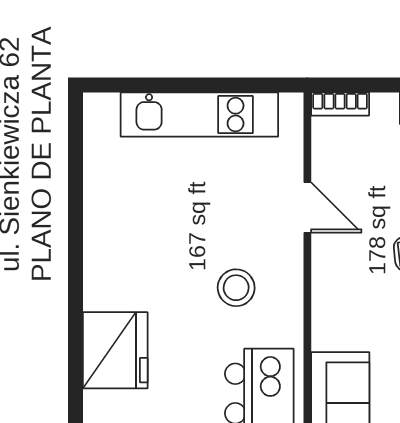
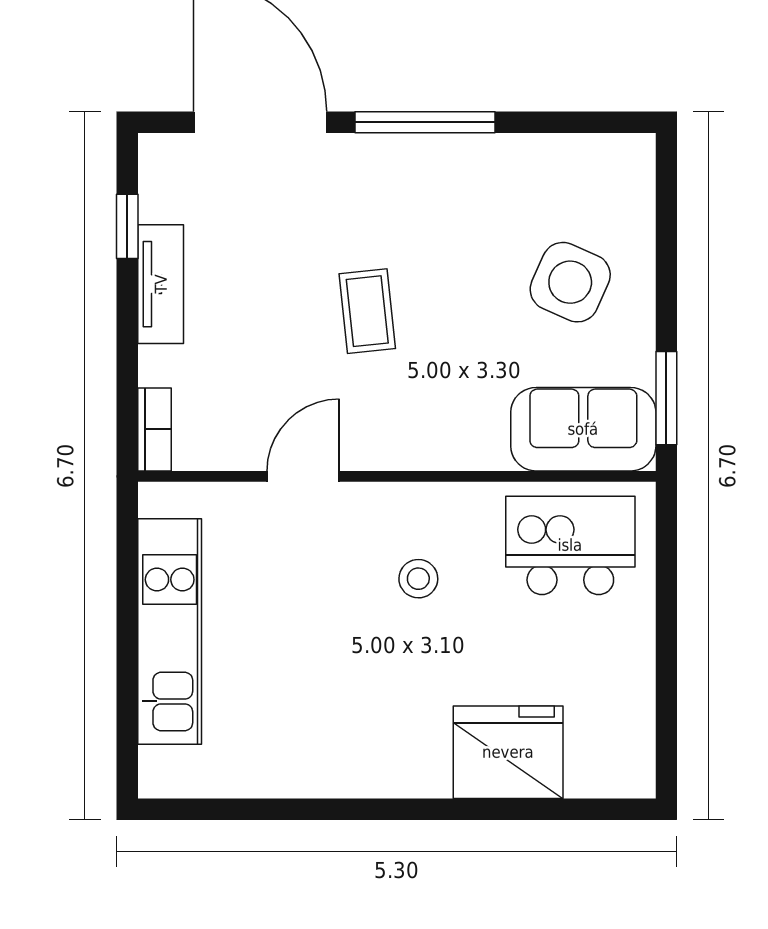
stool: (236, 288) -> (418, 579), width x0.73, depth x0.73

